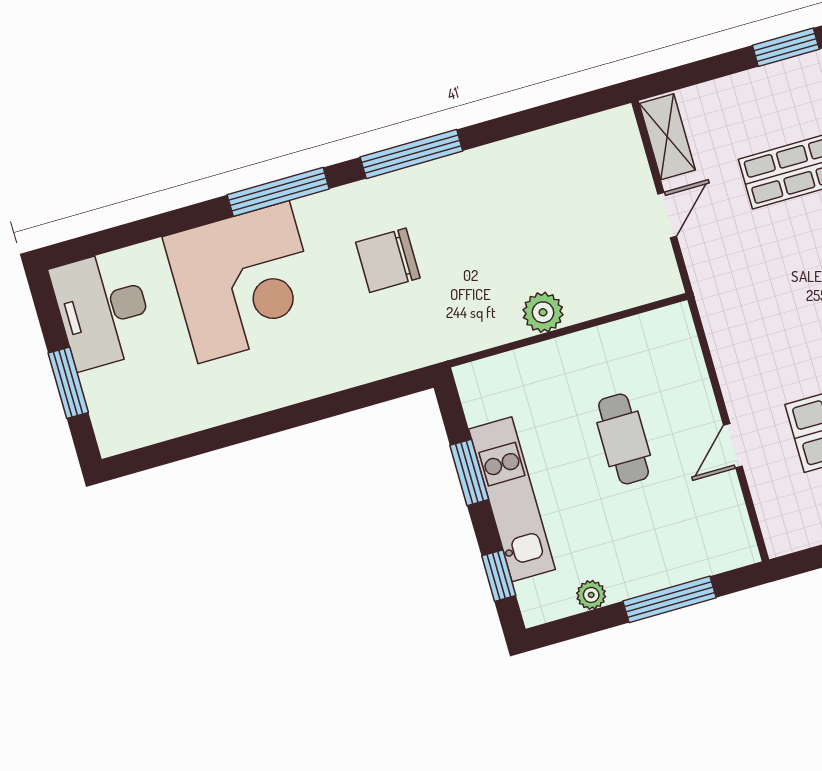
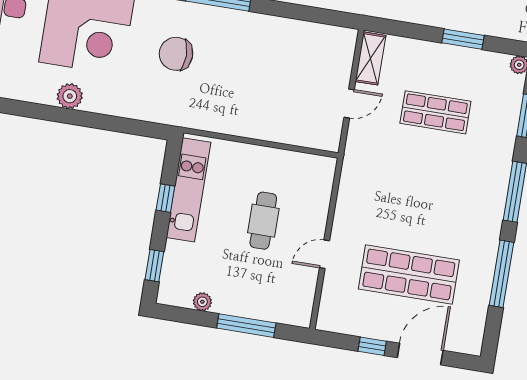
plant: (543, 312) -> (70, 96), moved
window: (469, 472) -> (165, 198), width x0.67
kitchen unit: (512, 499) -> (188, 190), moved

